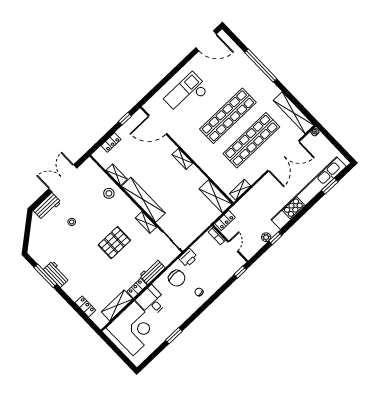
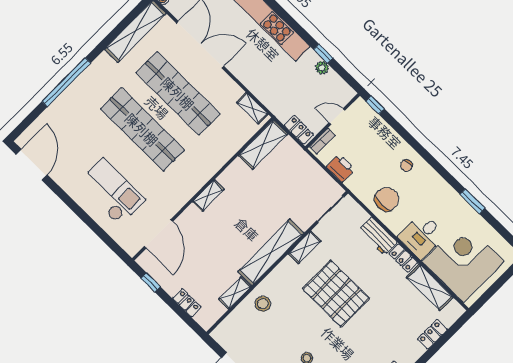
checkout: (187, 94) -> (112, 192), turned 180
pallet: (114, 243) -> (336, 294), width x1.37, depth x1.41
printer: (188, 258) -> (341, 168), moved

